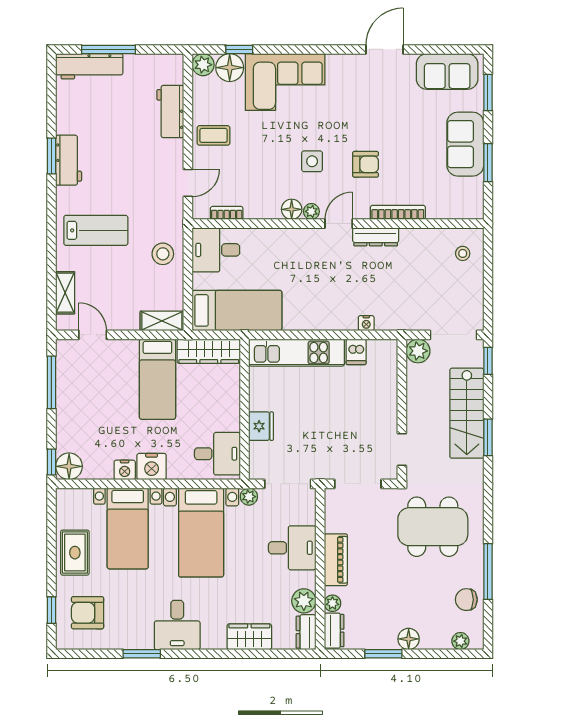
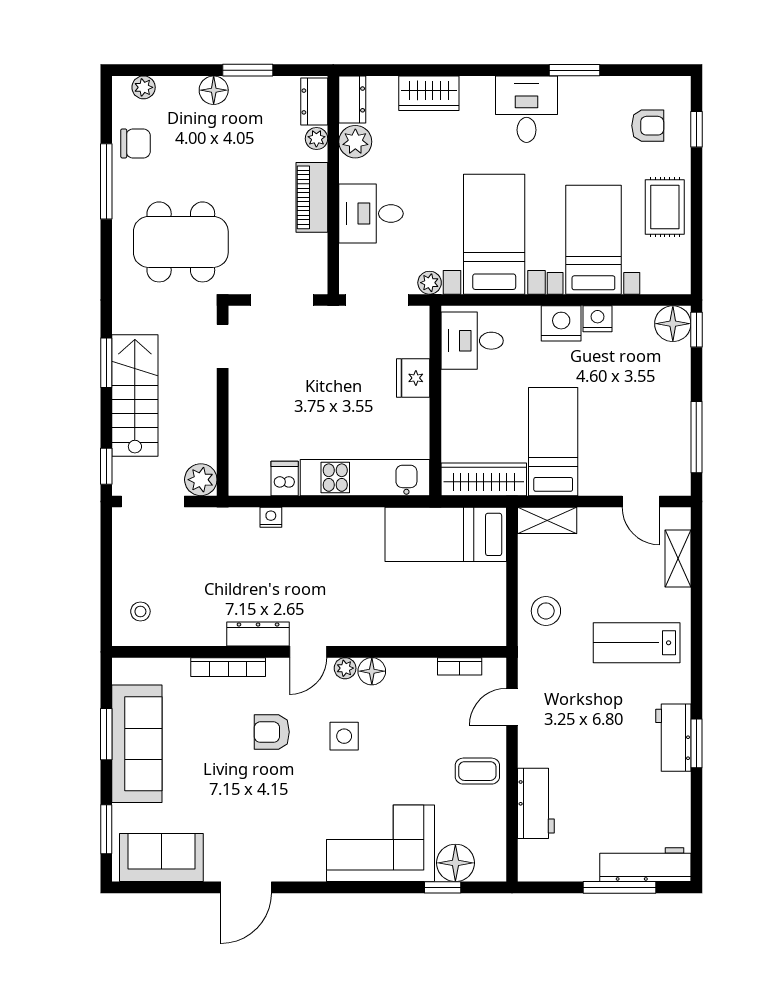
plant: (203, 65) -> (491, 867), removed
sofa: (465, 144) -> (137, 744), width x1.36
desk: (216, 250) -> (474, 616), removed
armchair: (88, 613) -> (648, 126), width x0.72, depth x0.72

